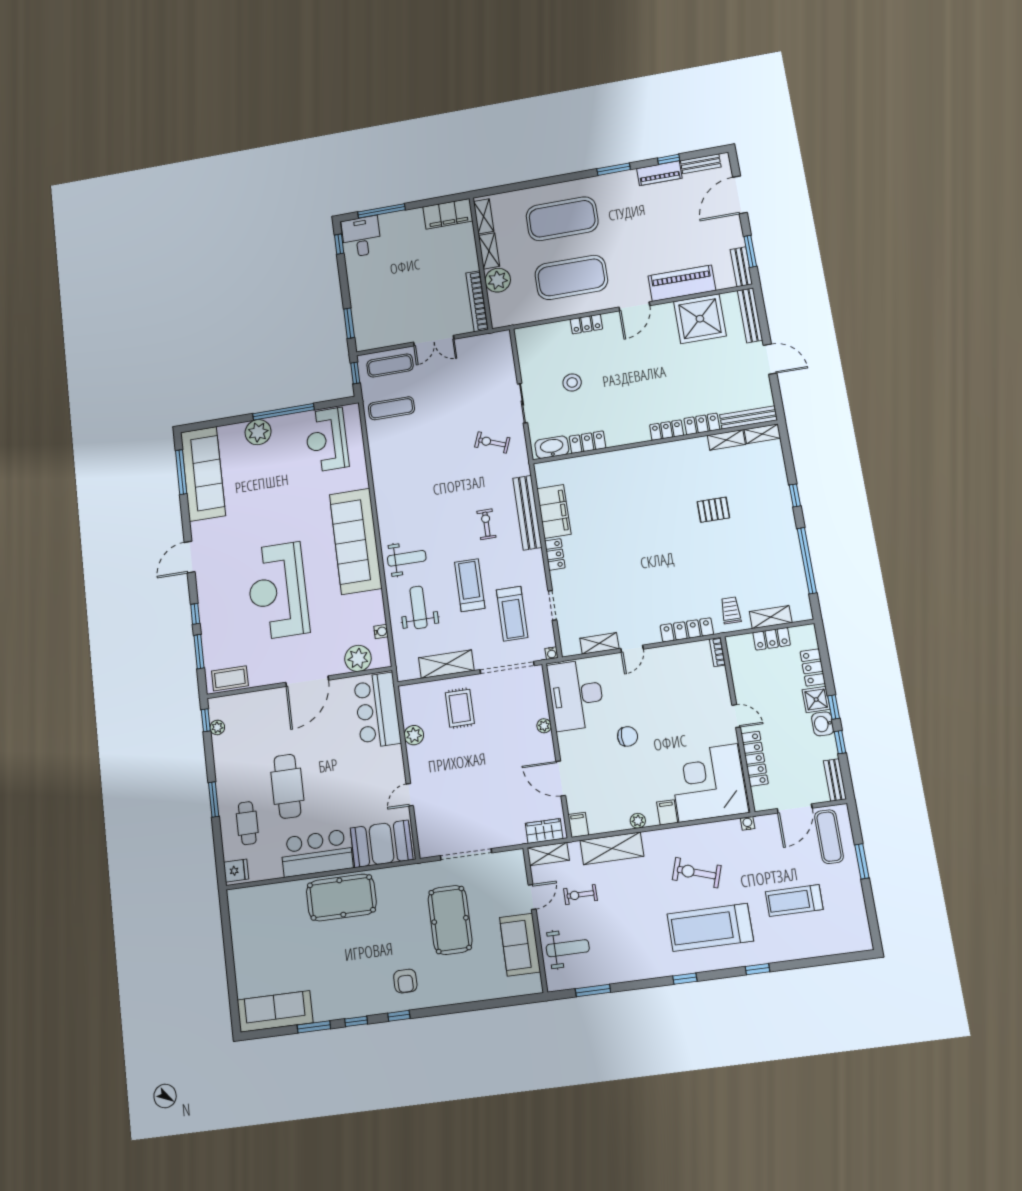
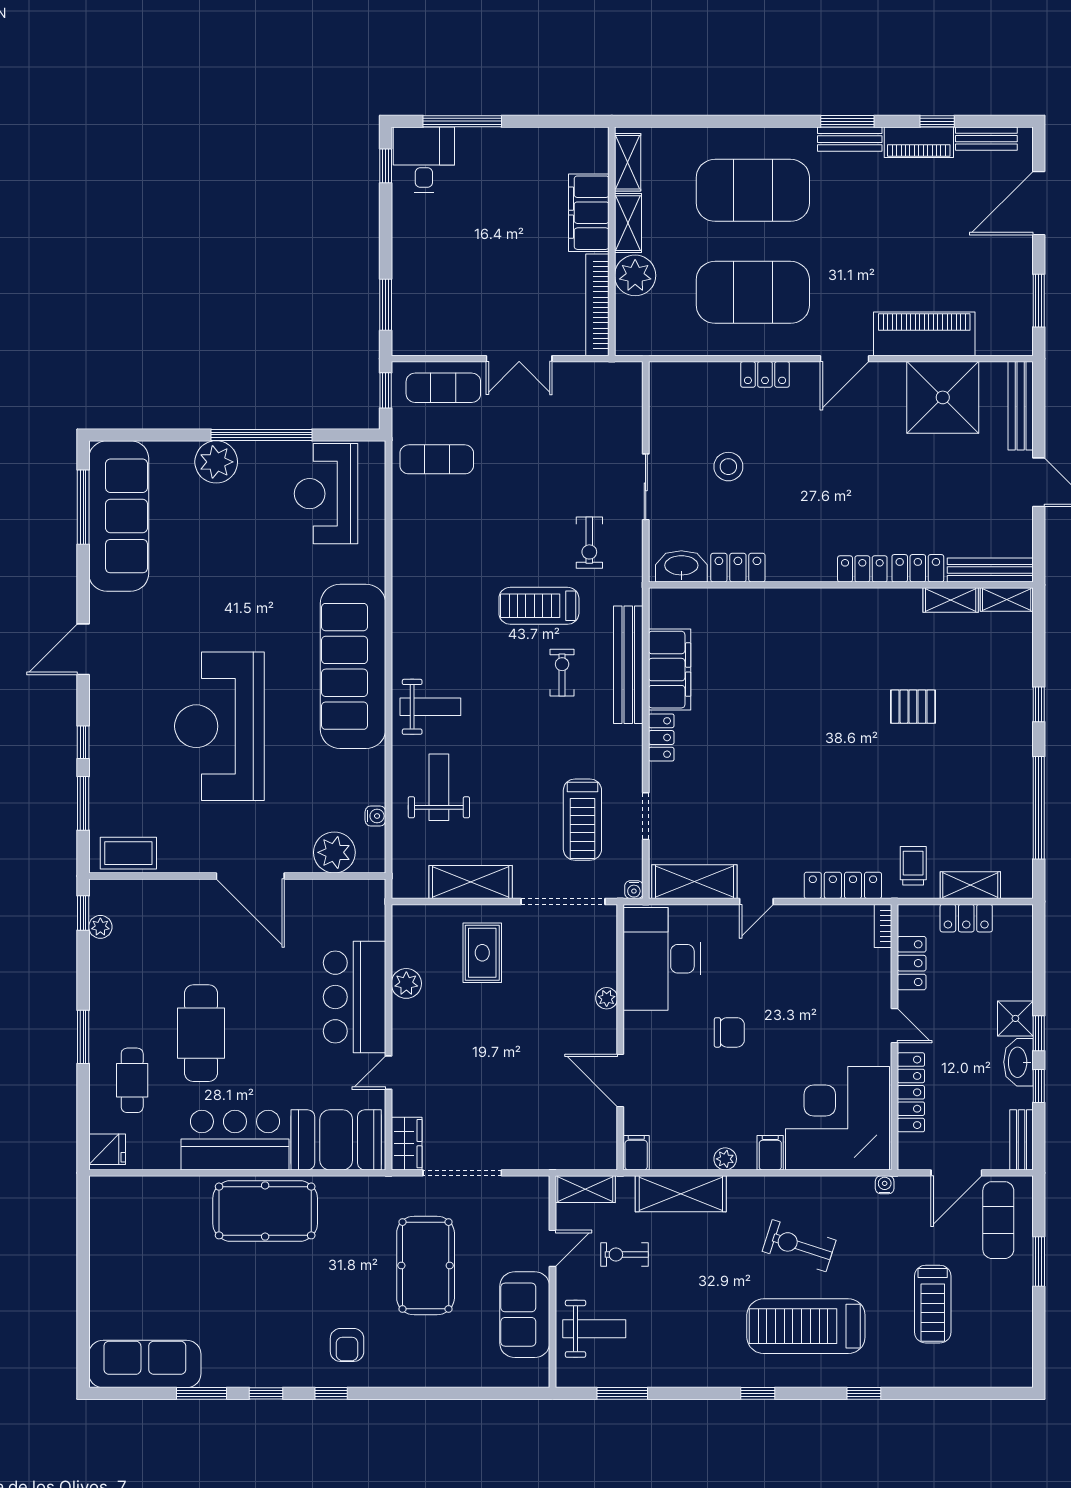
filing cabinet: (448, 214) -> (589, 213), moved, turned 90
bench: (741, 267) -> (850, 139), moved, turned 90
exercise bike: (492, 442) -> (589, 543), turned -111
treadmill: (470, 585) -> (539, 606), moved, turned -90
shelving: (599, 643) -> (694, 882), width x1.50, depth x1.33
locker: (813, 668) -> (912, 963), moved, turned 180
door: (307, 681) -> (250, 876), hinge flipped
bar counter: (377, 710) -> (355, 997), moved
washbasin: (823, 724) -> (1018, 1062), width x1.38
wardrobe: (544, 831) -> (407, 1144), moved, turned 90
treadmill: (794, 901) -> (933, 1304), turned -90

